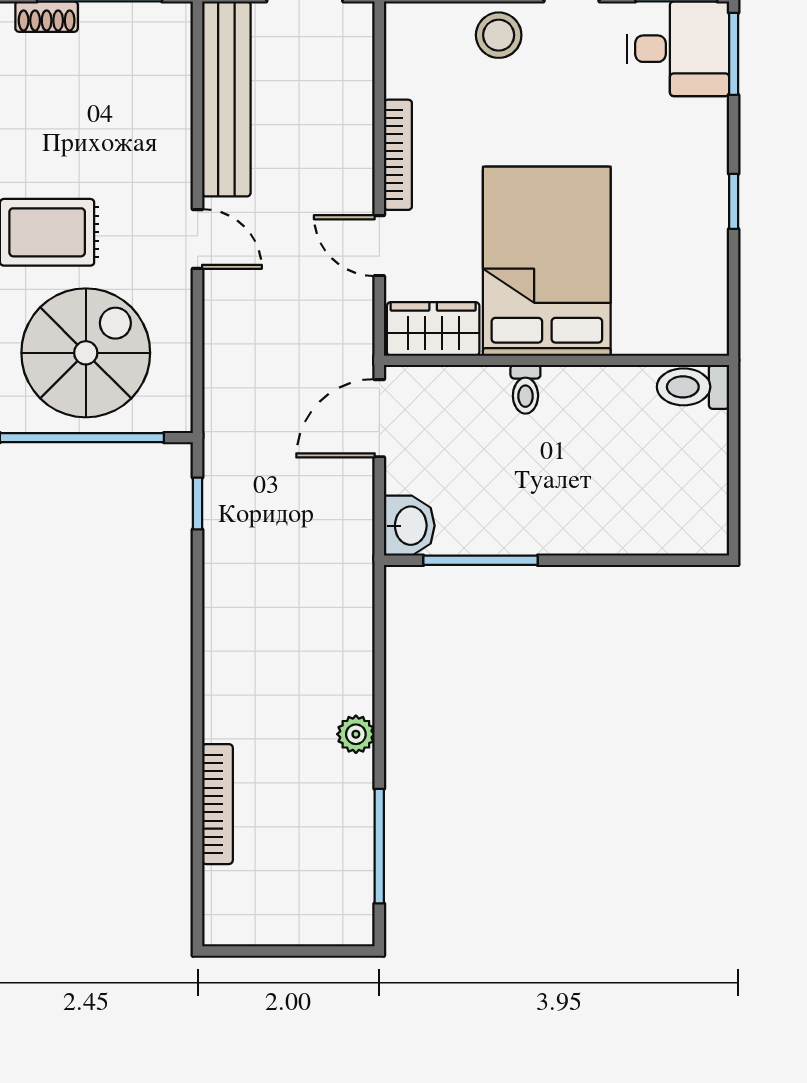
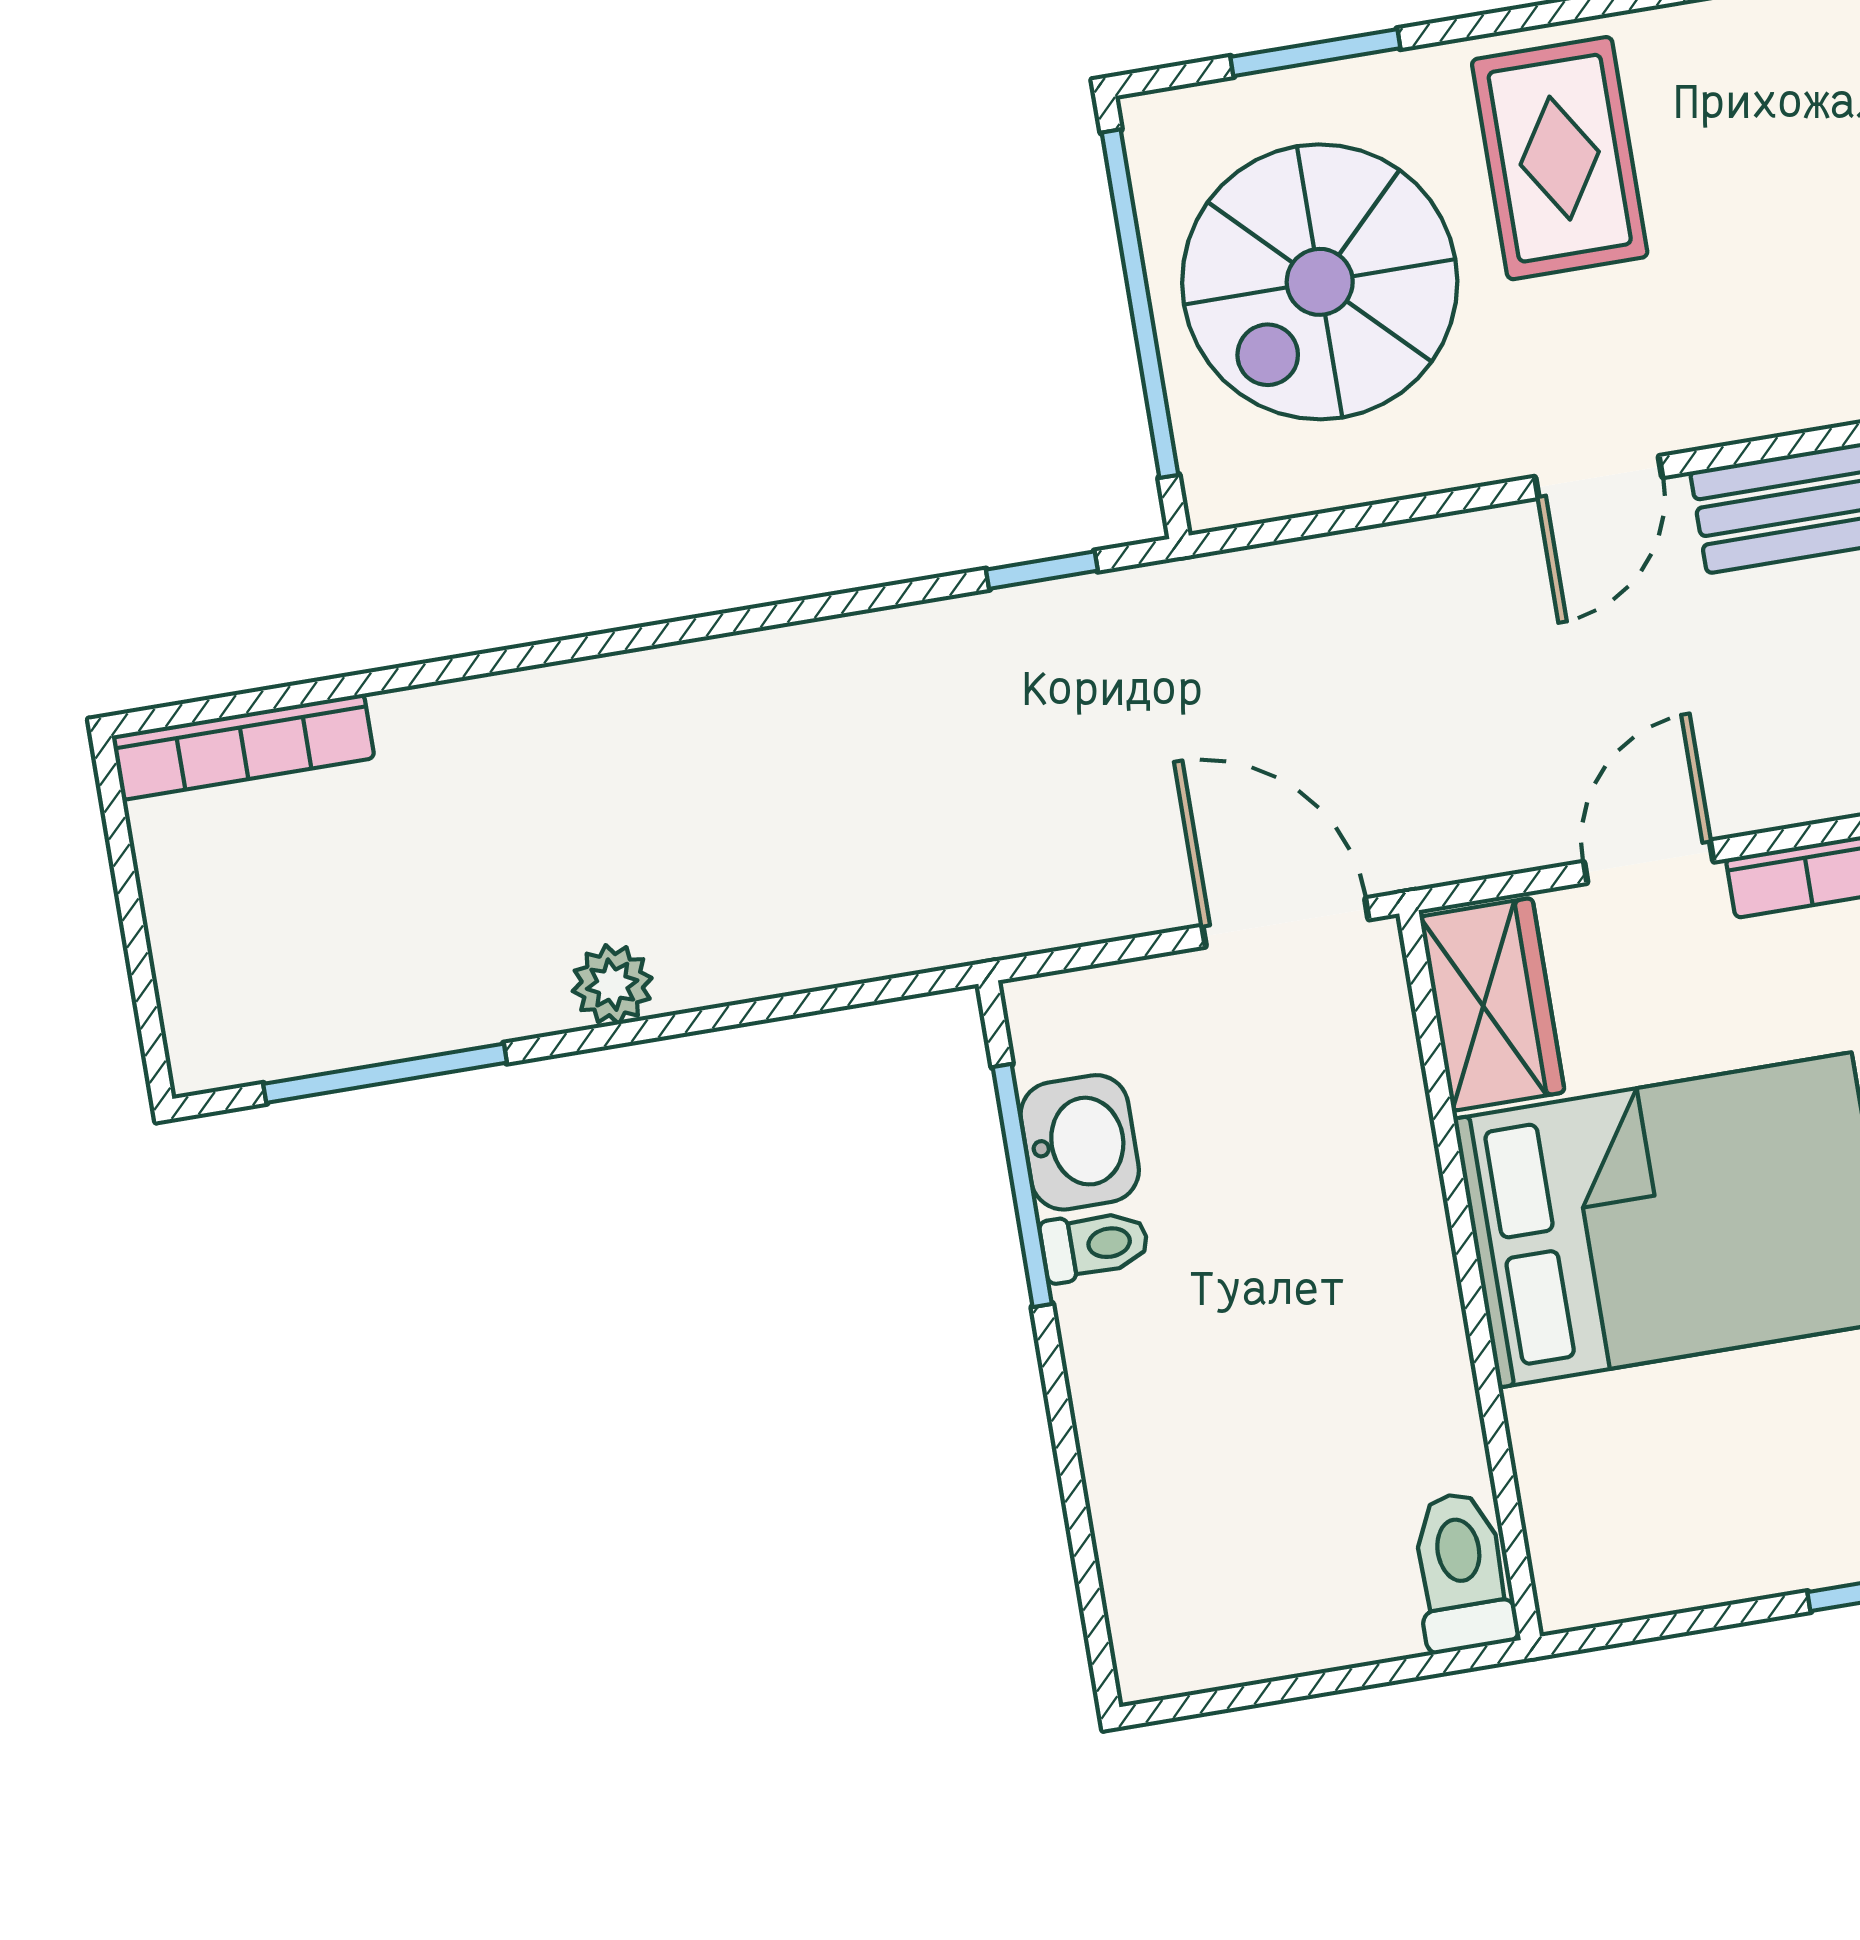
spiral stairs: (86, 353) -> (1320, 282), turned 90
toilet: (525, 389) -> (1095, 1245), moved, turned 180
washbasin: (409, 526) -> (1080, 1142), moved, turned -90
bookcase: (217, 804) -> (243, 747), moved

